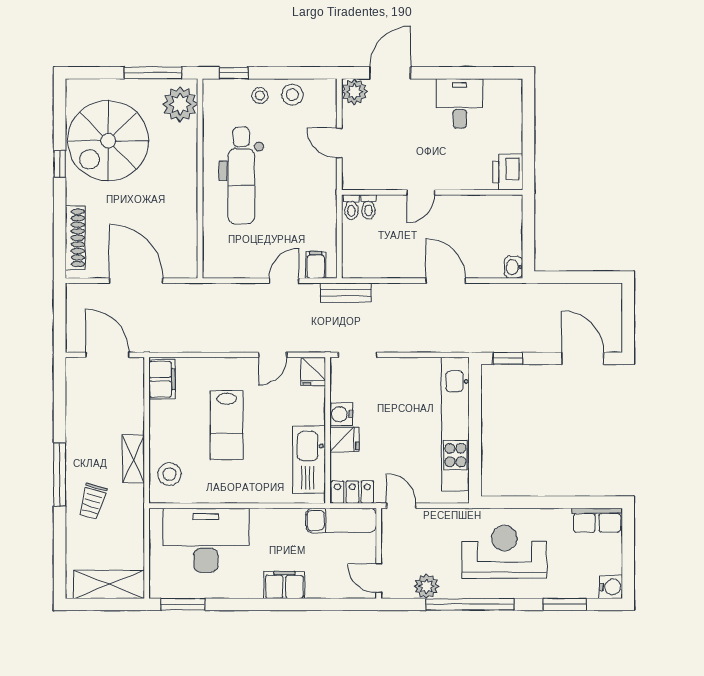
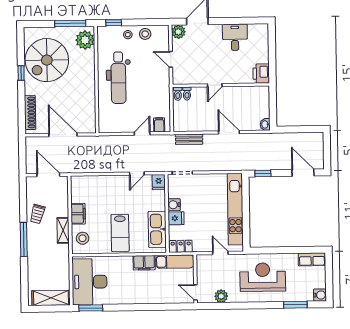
bench: (346, 293) -> (189, 139), moved
filing cabinet: (162, 379) -> (78, 214), moved
lab bench: (227, 425) -> (120, 233), moved
trolley: (92, 501) -> (37, 214), moved
door: (401, 506) -> (220, 253), moved
desk: (206, 540) -> (89, 282), moved, turned -90
filing cabinet: (284, 585) -> (144, 263), moved, turned 180
window: (470, 604) -> (245, 306), removed

